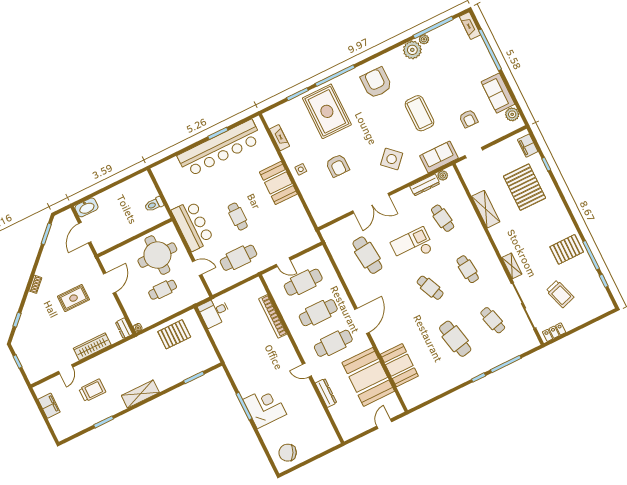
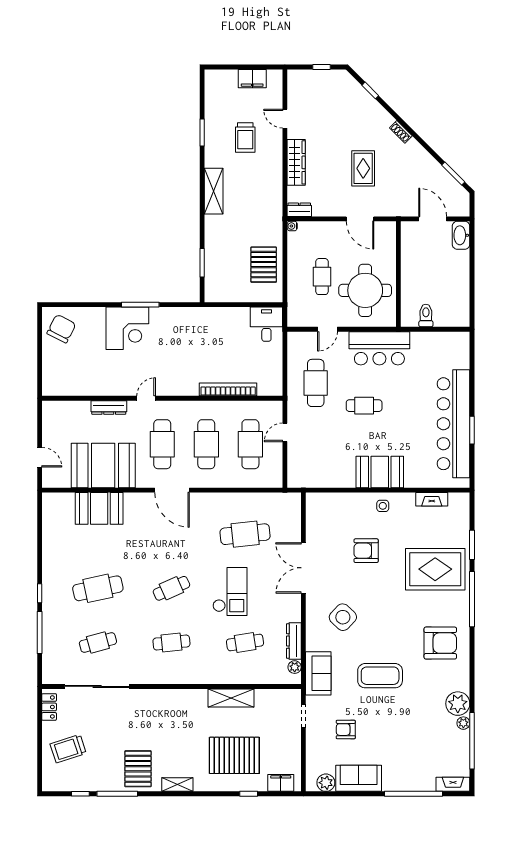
shelving: (512, 266) -> (177, 784), moved
trolley: (560, 294) -> (68, 749), moved

